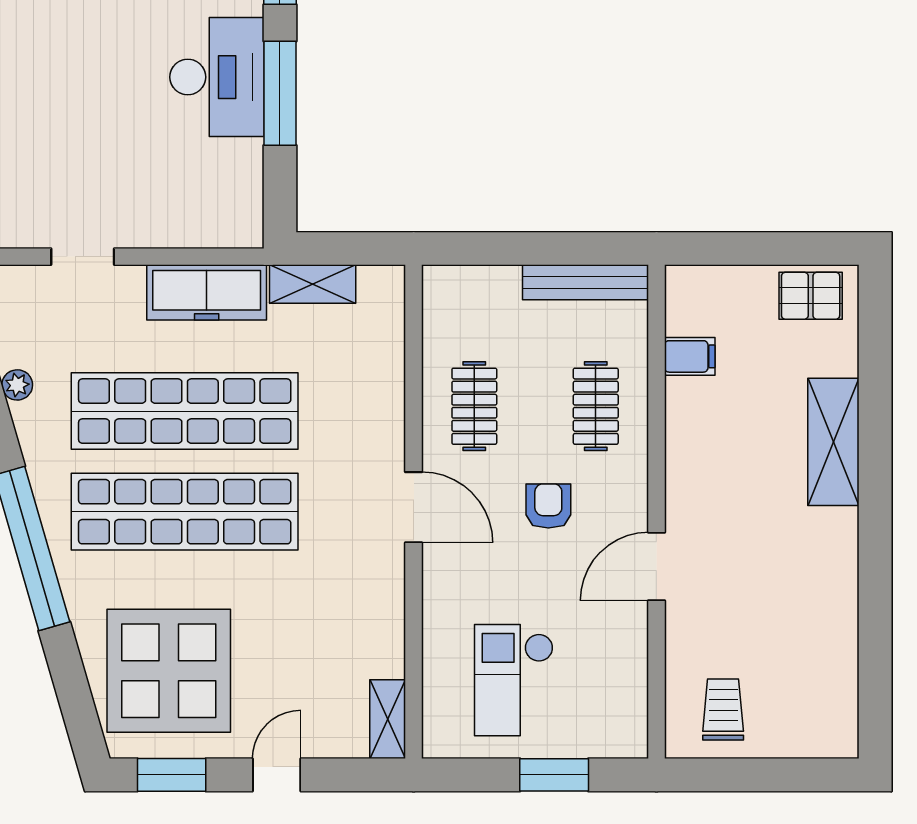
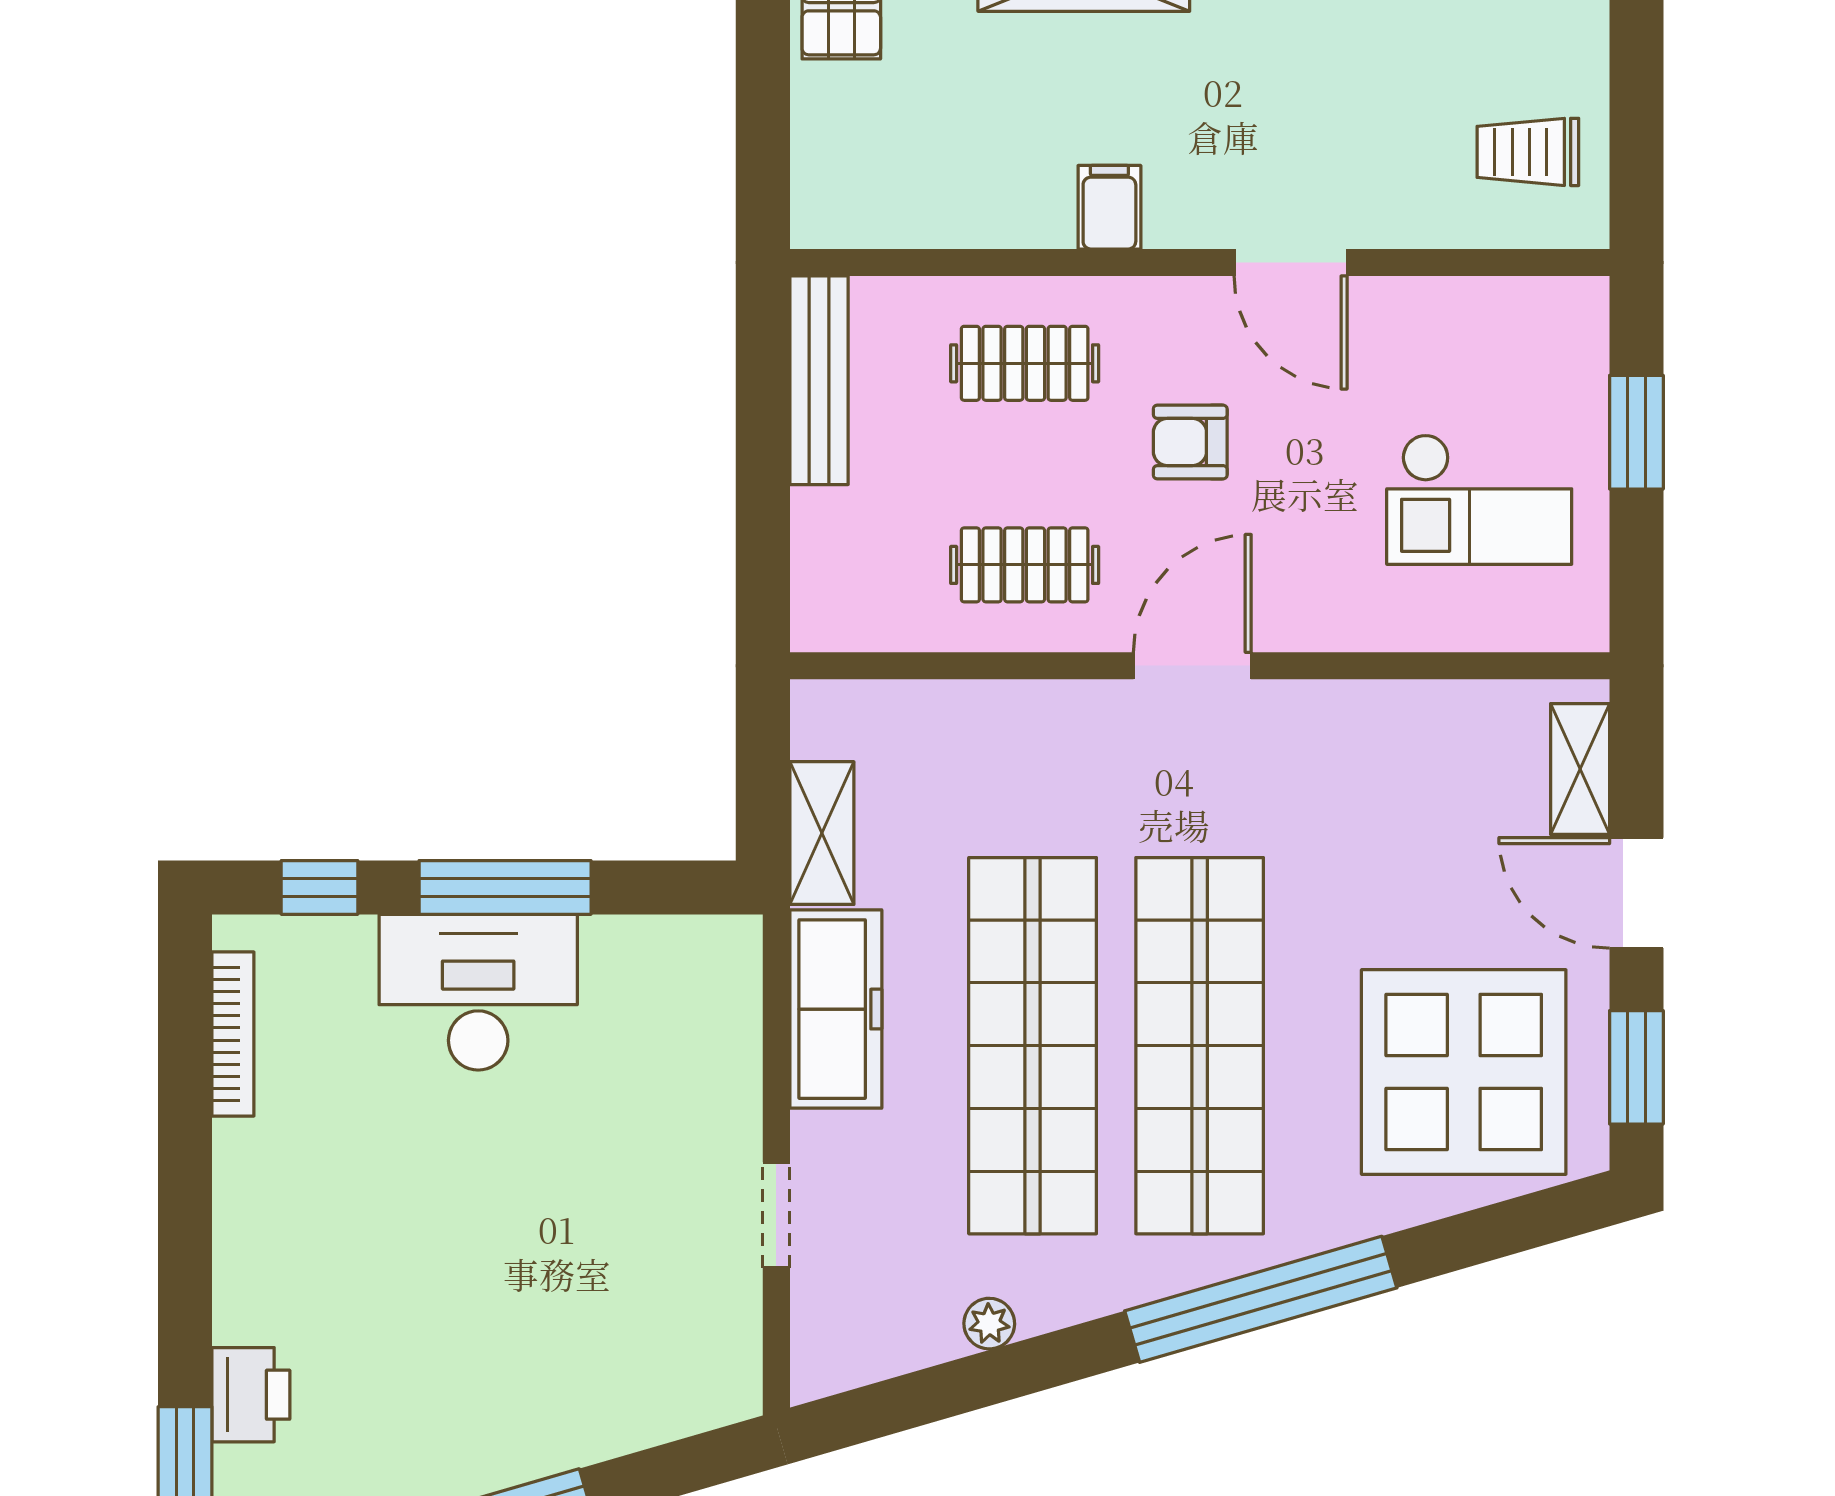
filing cabinet: (690, 356) -> (1109, 207), moved
shelving: (388, 719) -> (1580, 769), moved, turned 90
door: (277, 775) -> (1636, 893), width x1.38

